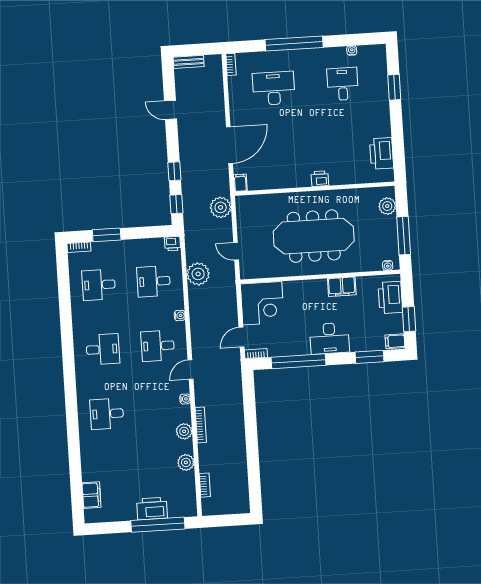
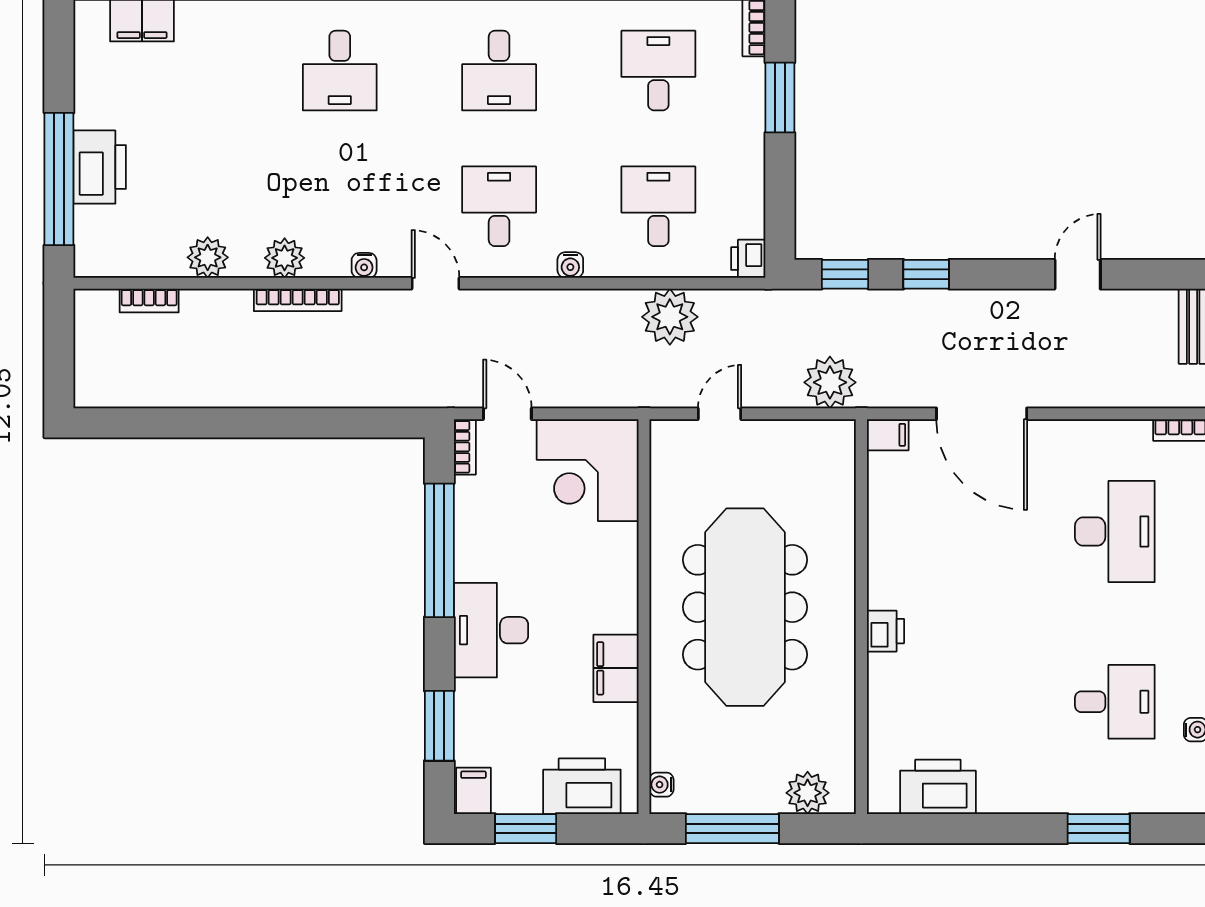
desk: (107, 414) -> (340, 71), turned 180

